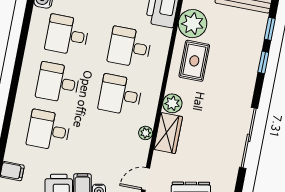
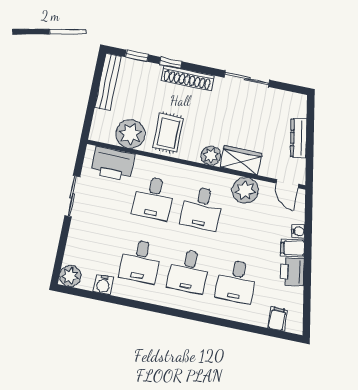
rug: (194, 61) -> (168, 133), turned 90
shoe rack: (248, 79) -> (187, 78), added
plant: (146, 133) -> (245, 190), width x1.87, depth x1.87
sliding door: (249, 138) -> (247, 79), width x0.73

